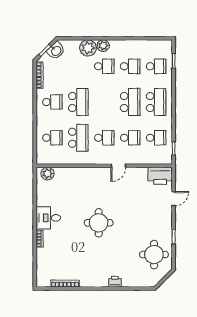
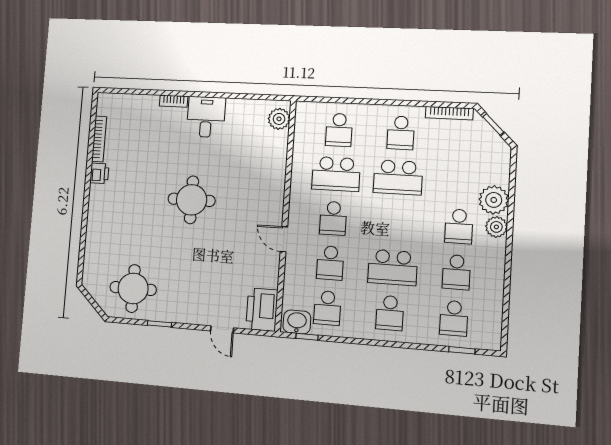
washbasin: (56, 51) -> (297, 322), moved, turned 135
school desk: (156, 102) -> (390, 313), width x0.54
printer: (115, 282) -> (99, 173), moved

